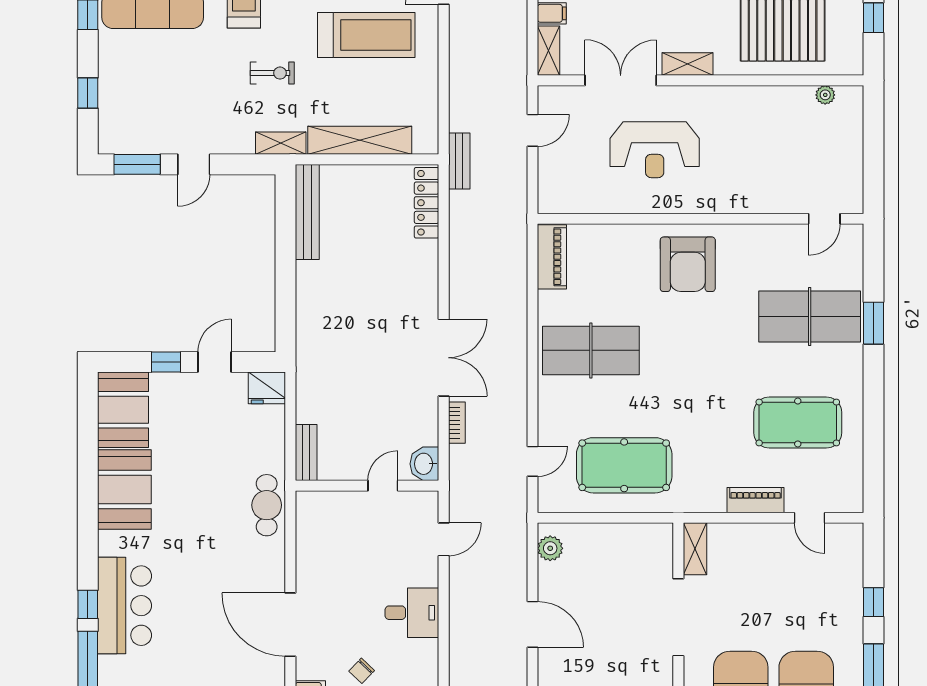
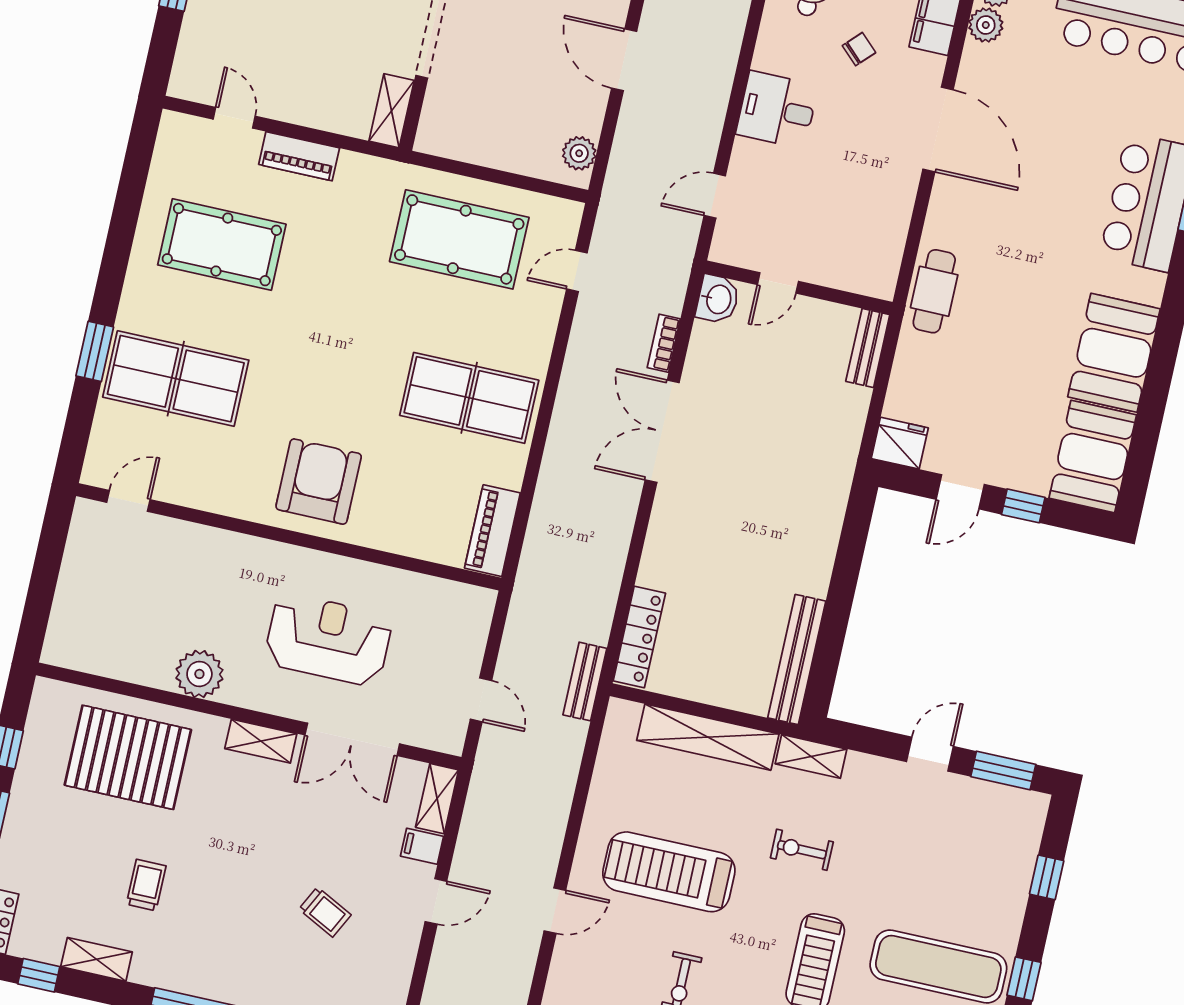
plant: (825, 95) -> (199, 674), moved, width x1.87, depth x1.87
door: (533, 130) -> (481, 700), swing flipped

